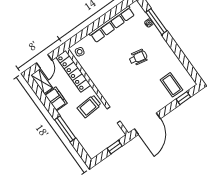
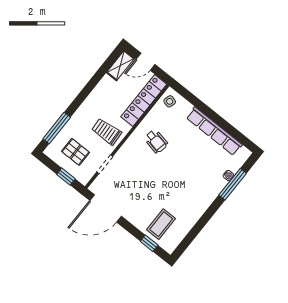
wheelchair: (138, 57) -> (156, 141), moved
filing cabinet: (56, 99) -> (104, 89), removed
window: (65, 129) -> (57, 128), moved
pallet: (98, 134) -> (75, 152), added

